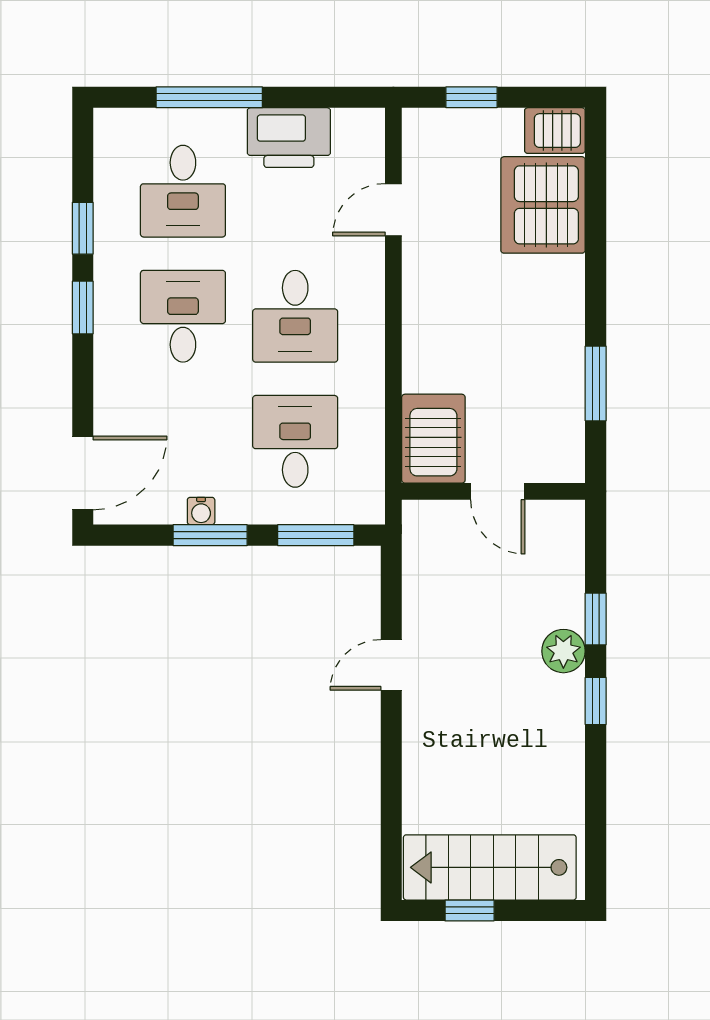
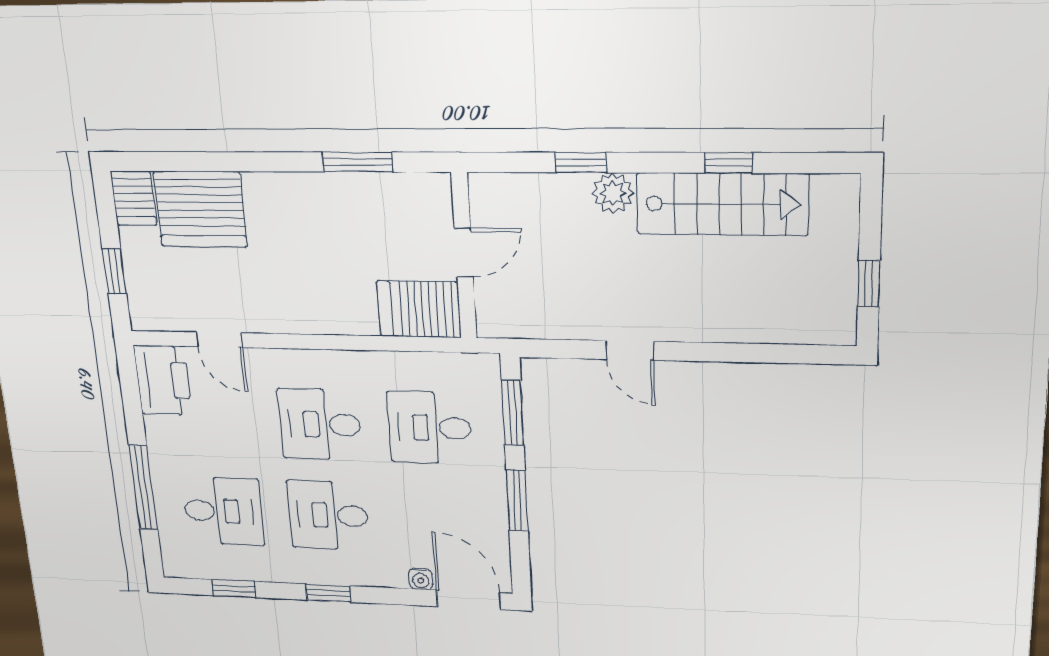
printer: (289, 138) -> (163, 380), moved
window: (83, 228) -> (234, 589), moved
desk: (295, 316) -> (320, 424), turned 180
water cooler: (201, 511) -> (421, 579), moved, turned 90
window: (596, 701) -> (729, 163), moved
stairs: (490, 867) -> (722, 204), moved, turned -90

